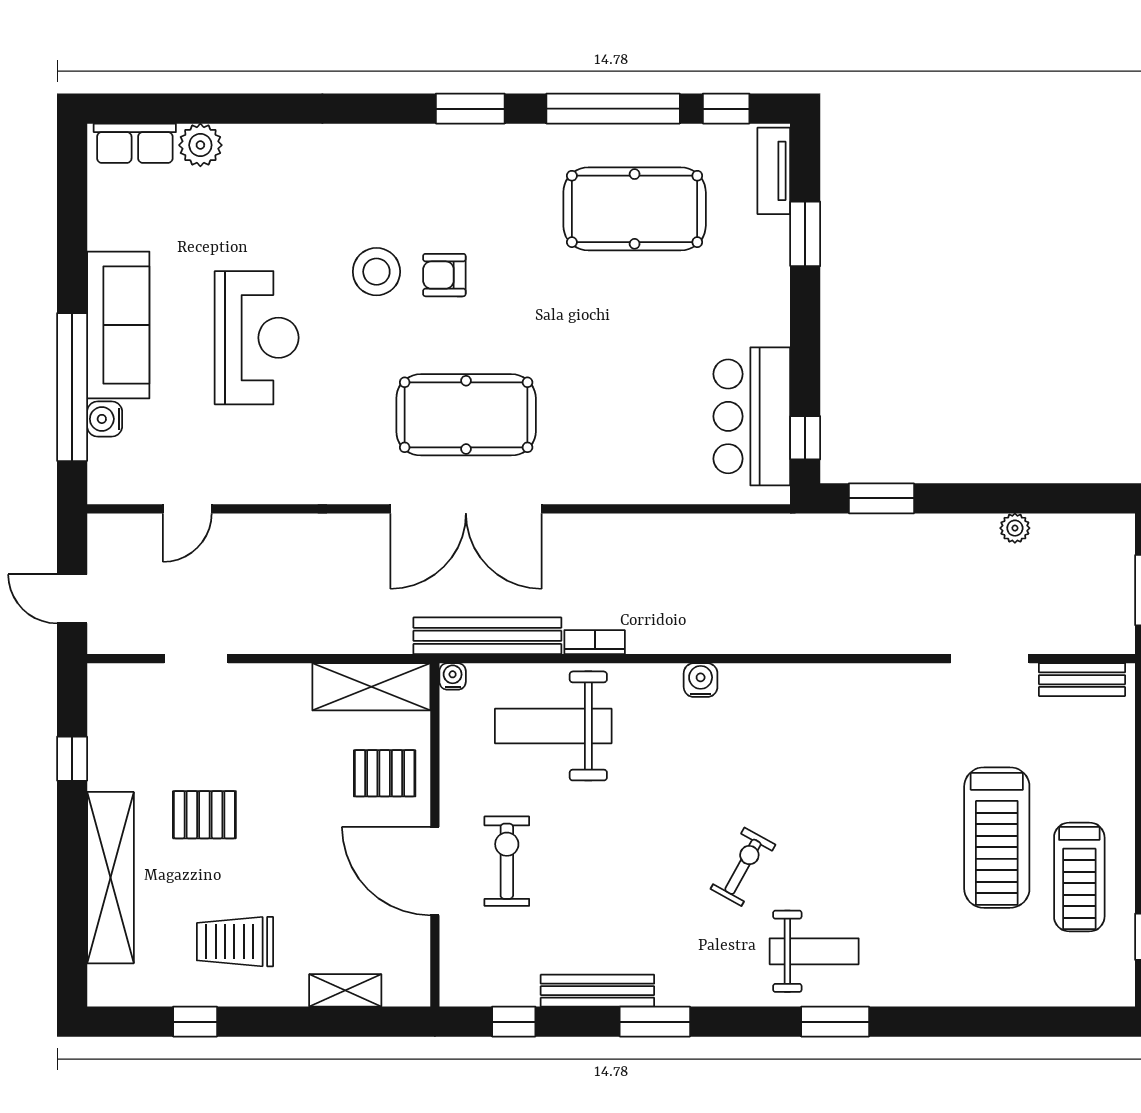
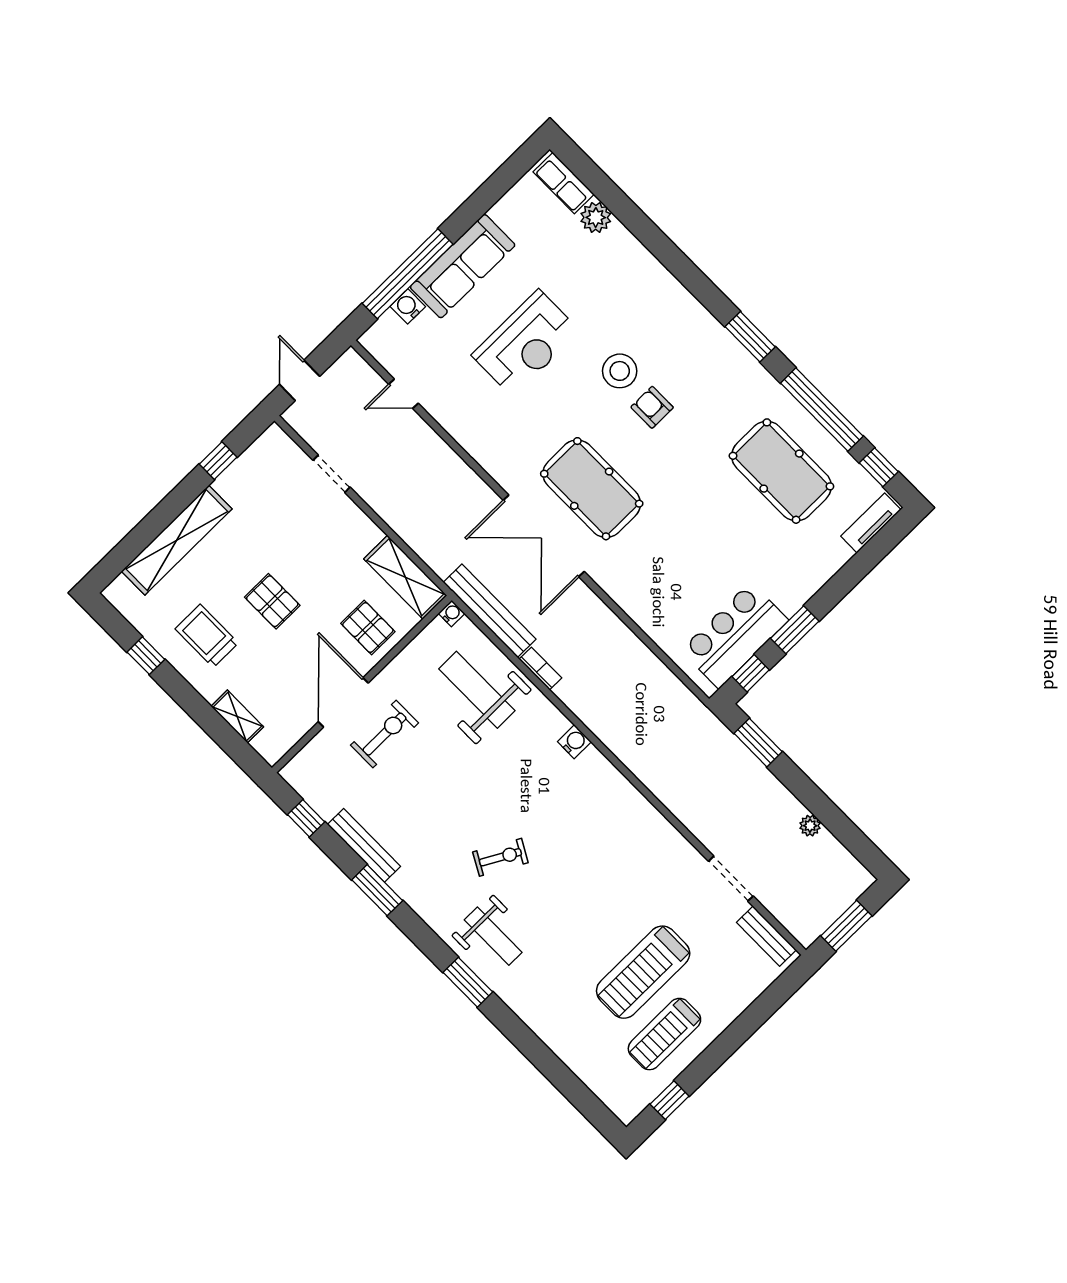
window: (805, 234) -> (795, 630), moved
pallet: (204, 815) -> (272, 601), moved

